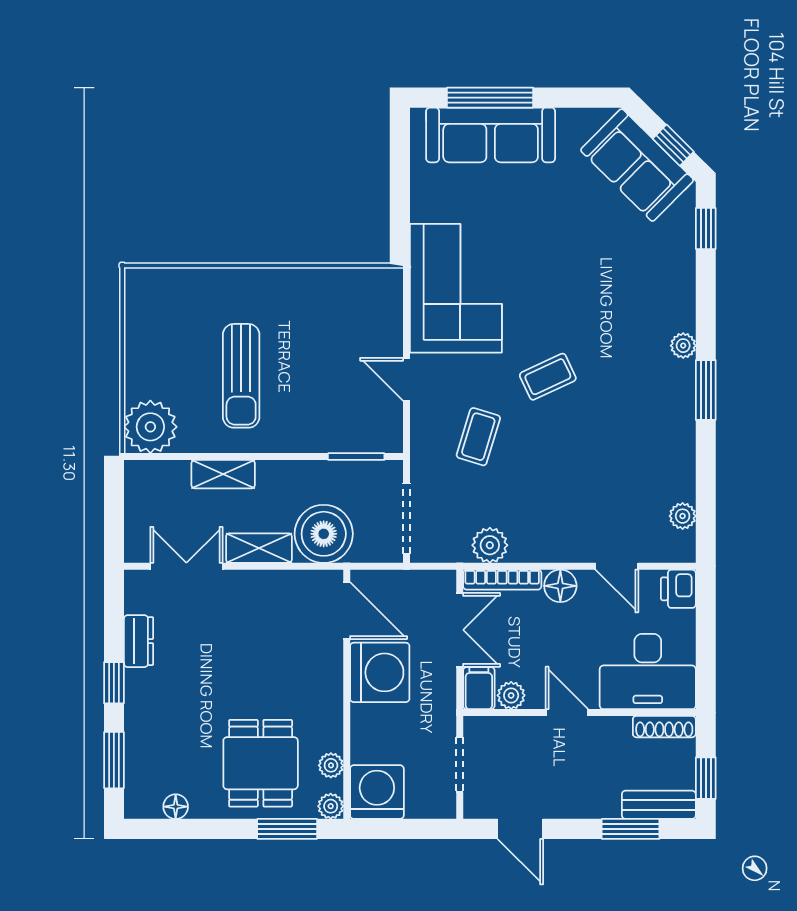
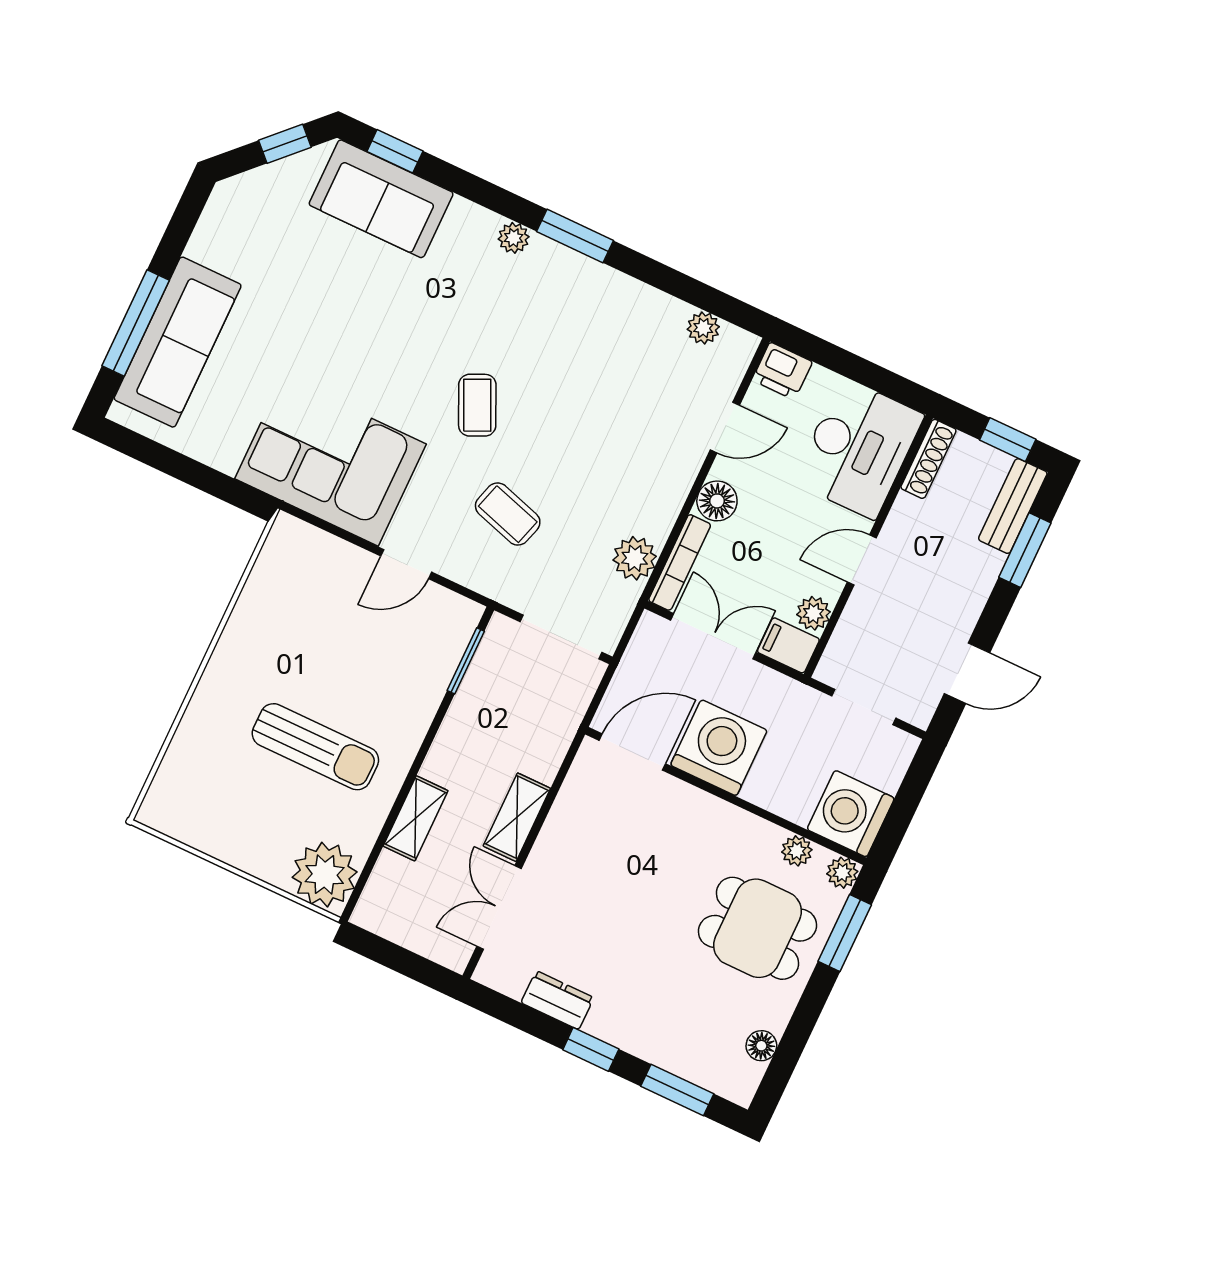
sofa: (637, 165) -> (381, 199), moved, turned 45
boiler: (324, 534) -> (535, 738), removed

